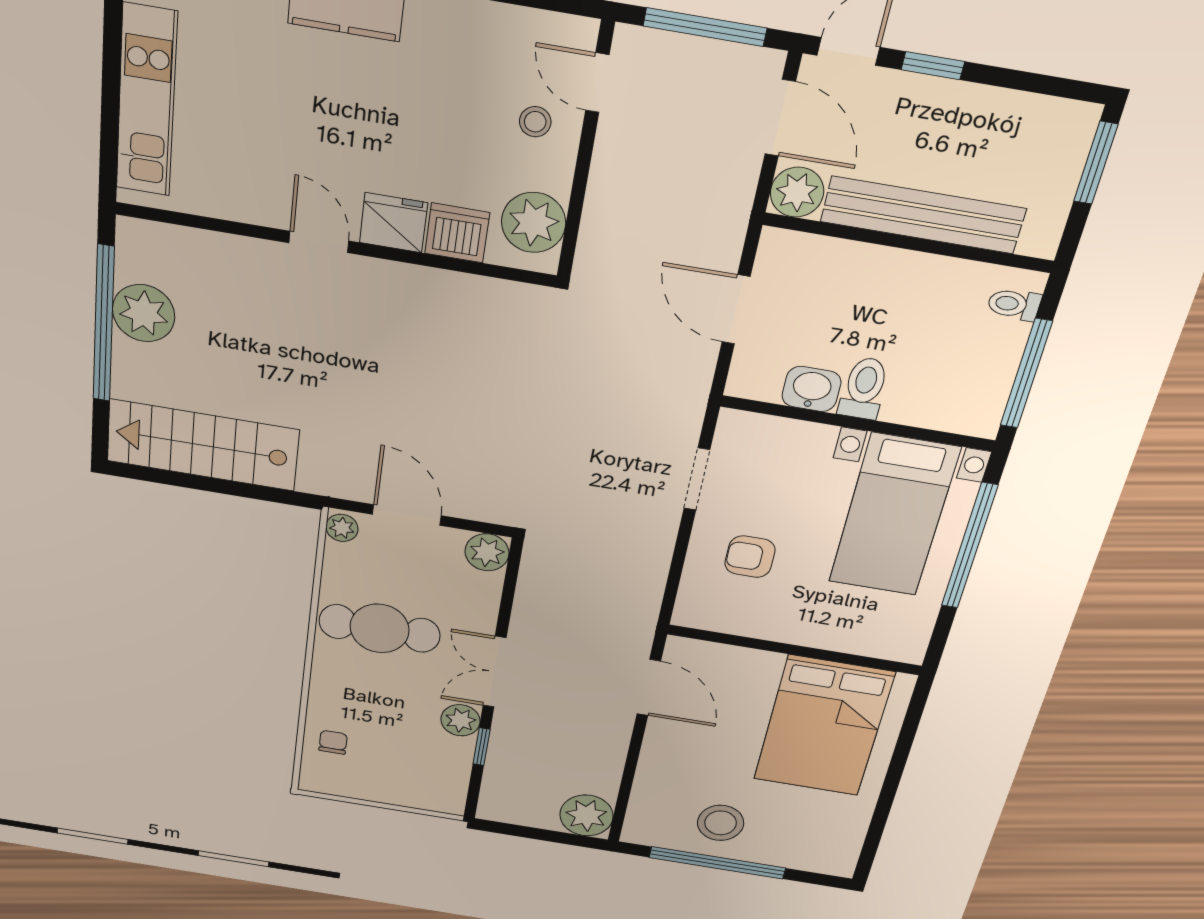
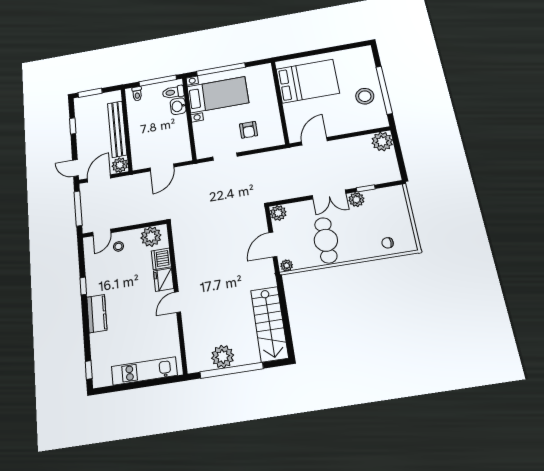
window: (933, 66) -> (73, 126), moved
toilet: (864, 388) -> (173, 92), moved
washbasin: (811, 389) -> (178, 106), moved

